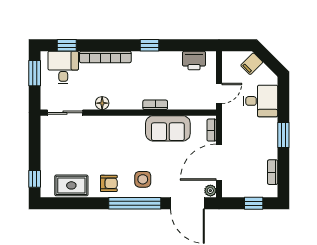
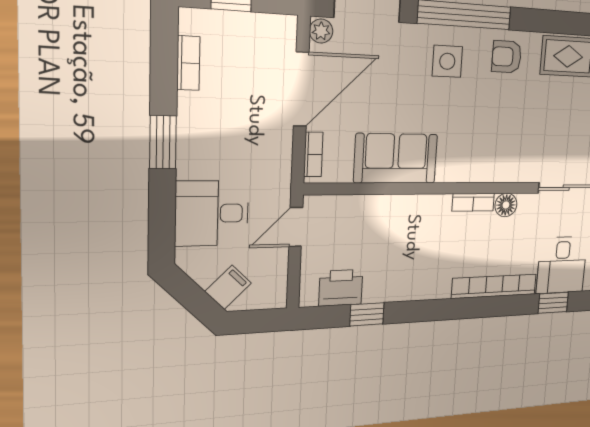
window: (149, 45) -> (367, 314), moved
bookcase: (155, 105) -> (473, 202), moved

